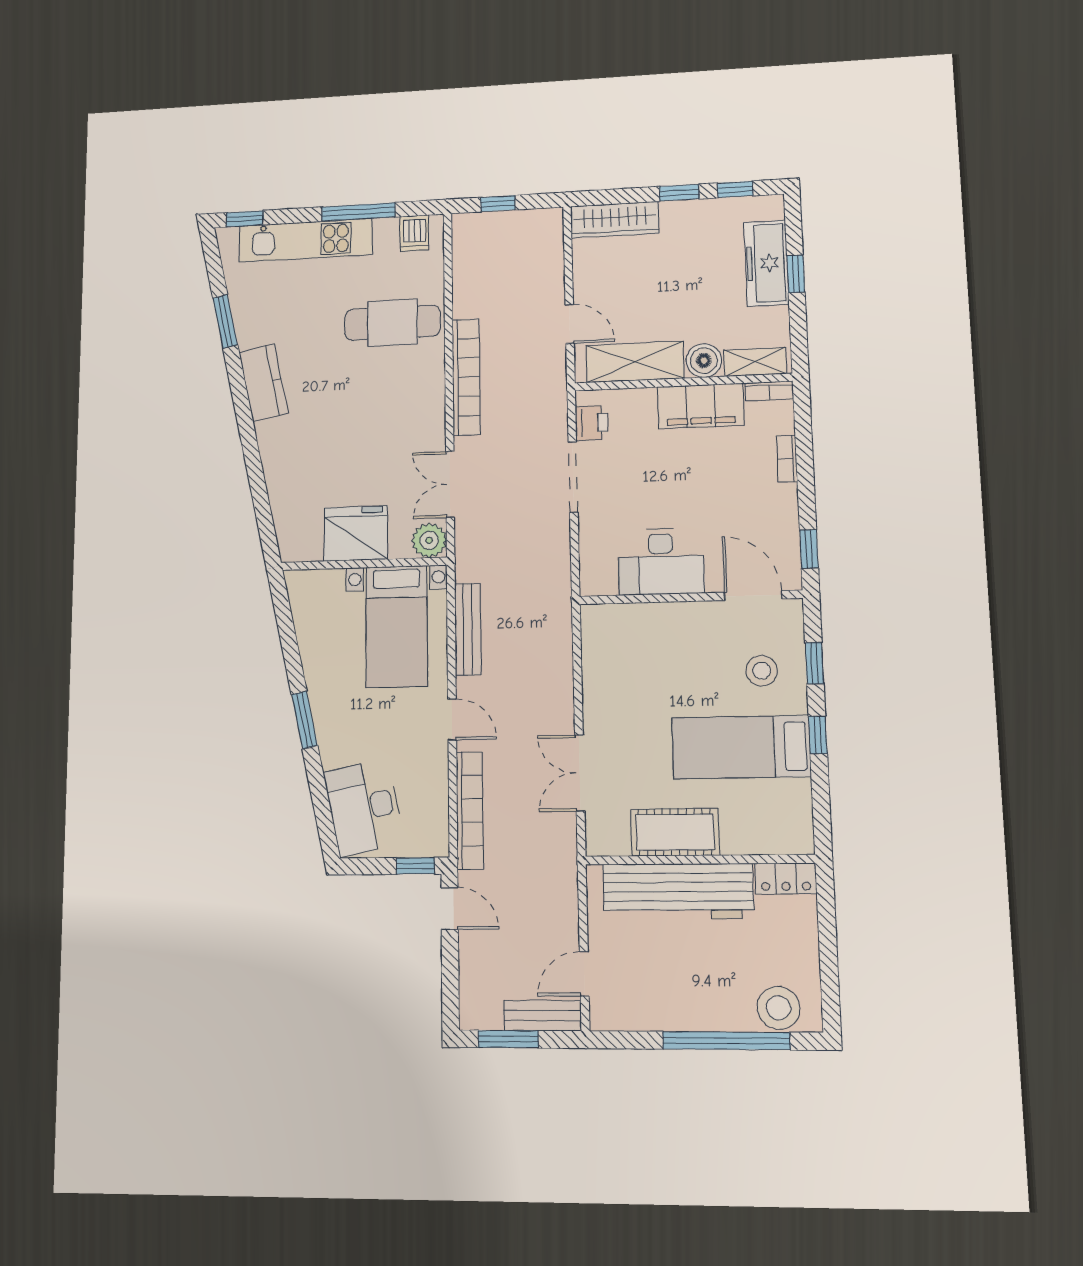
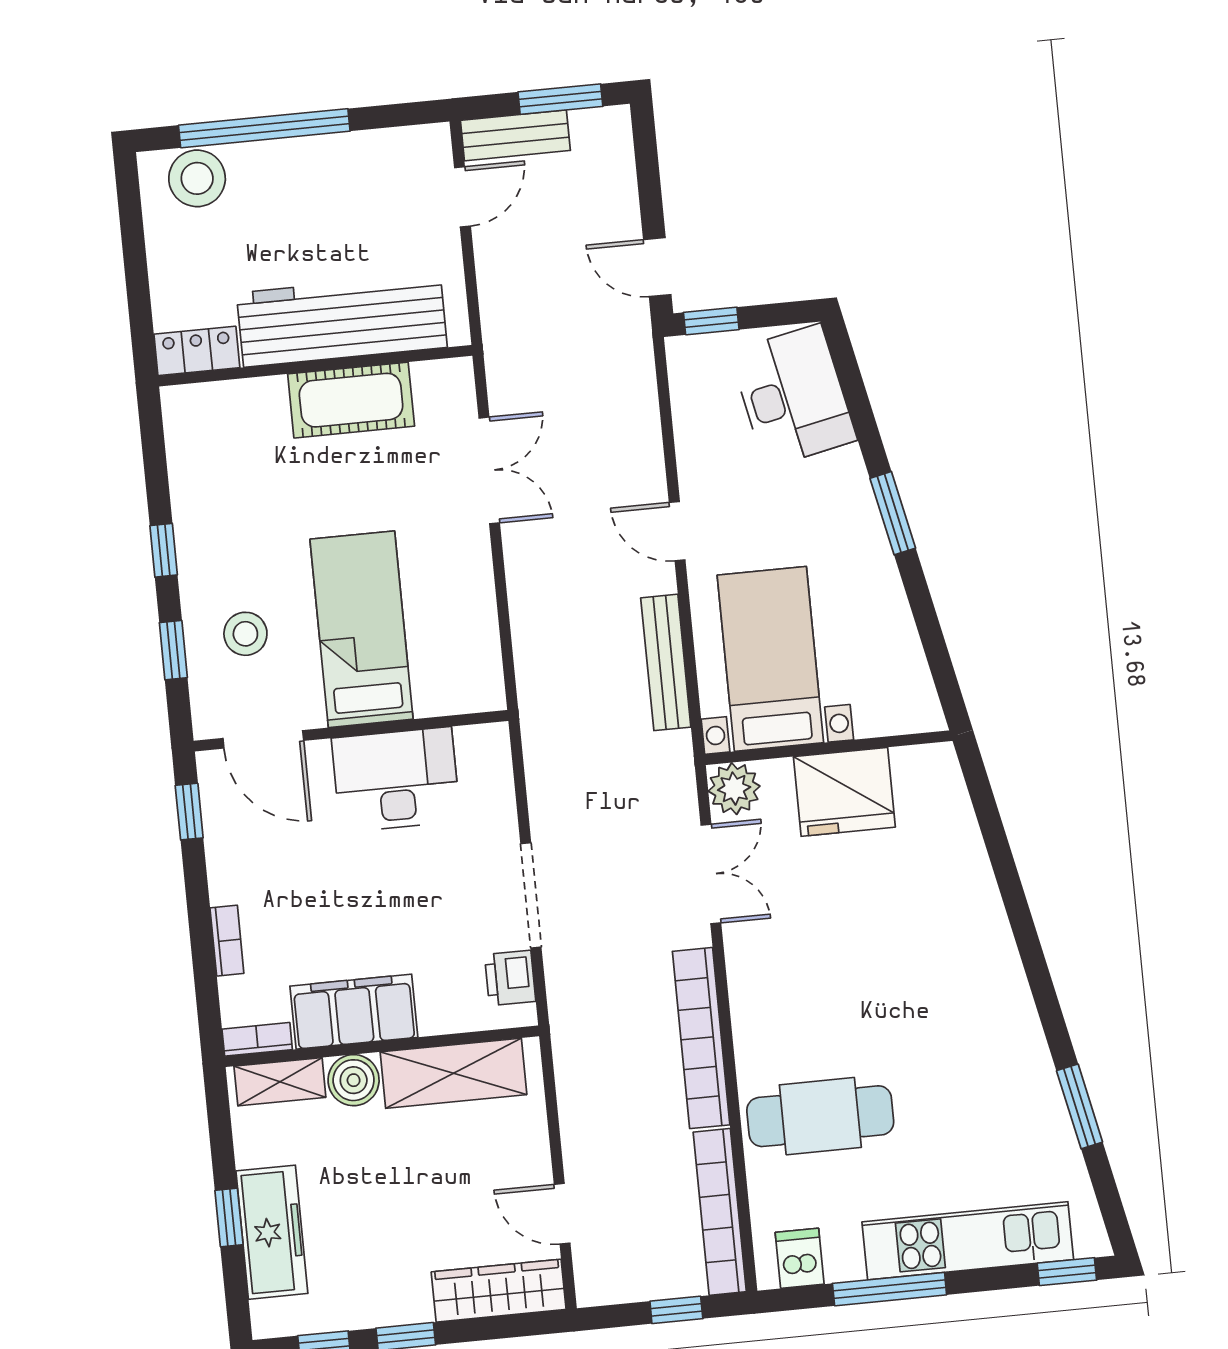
door: (570, 324) -> (562, 1214), moved
kitchen counter: (263, 383) -> (1009, 1013), removed
bed: (741, 747) -> (361, 629), moved, turned -90
bookcase: (470, 810) -> (720, 1212), moved

